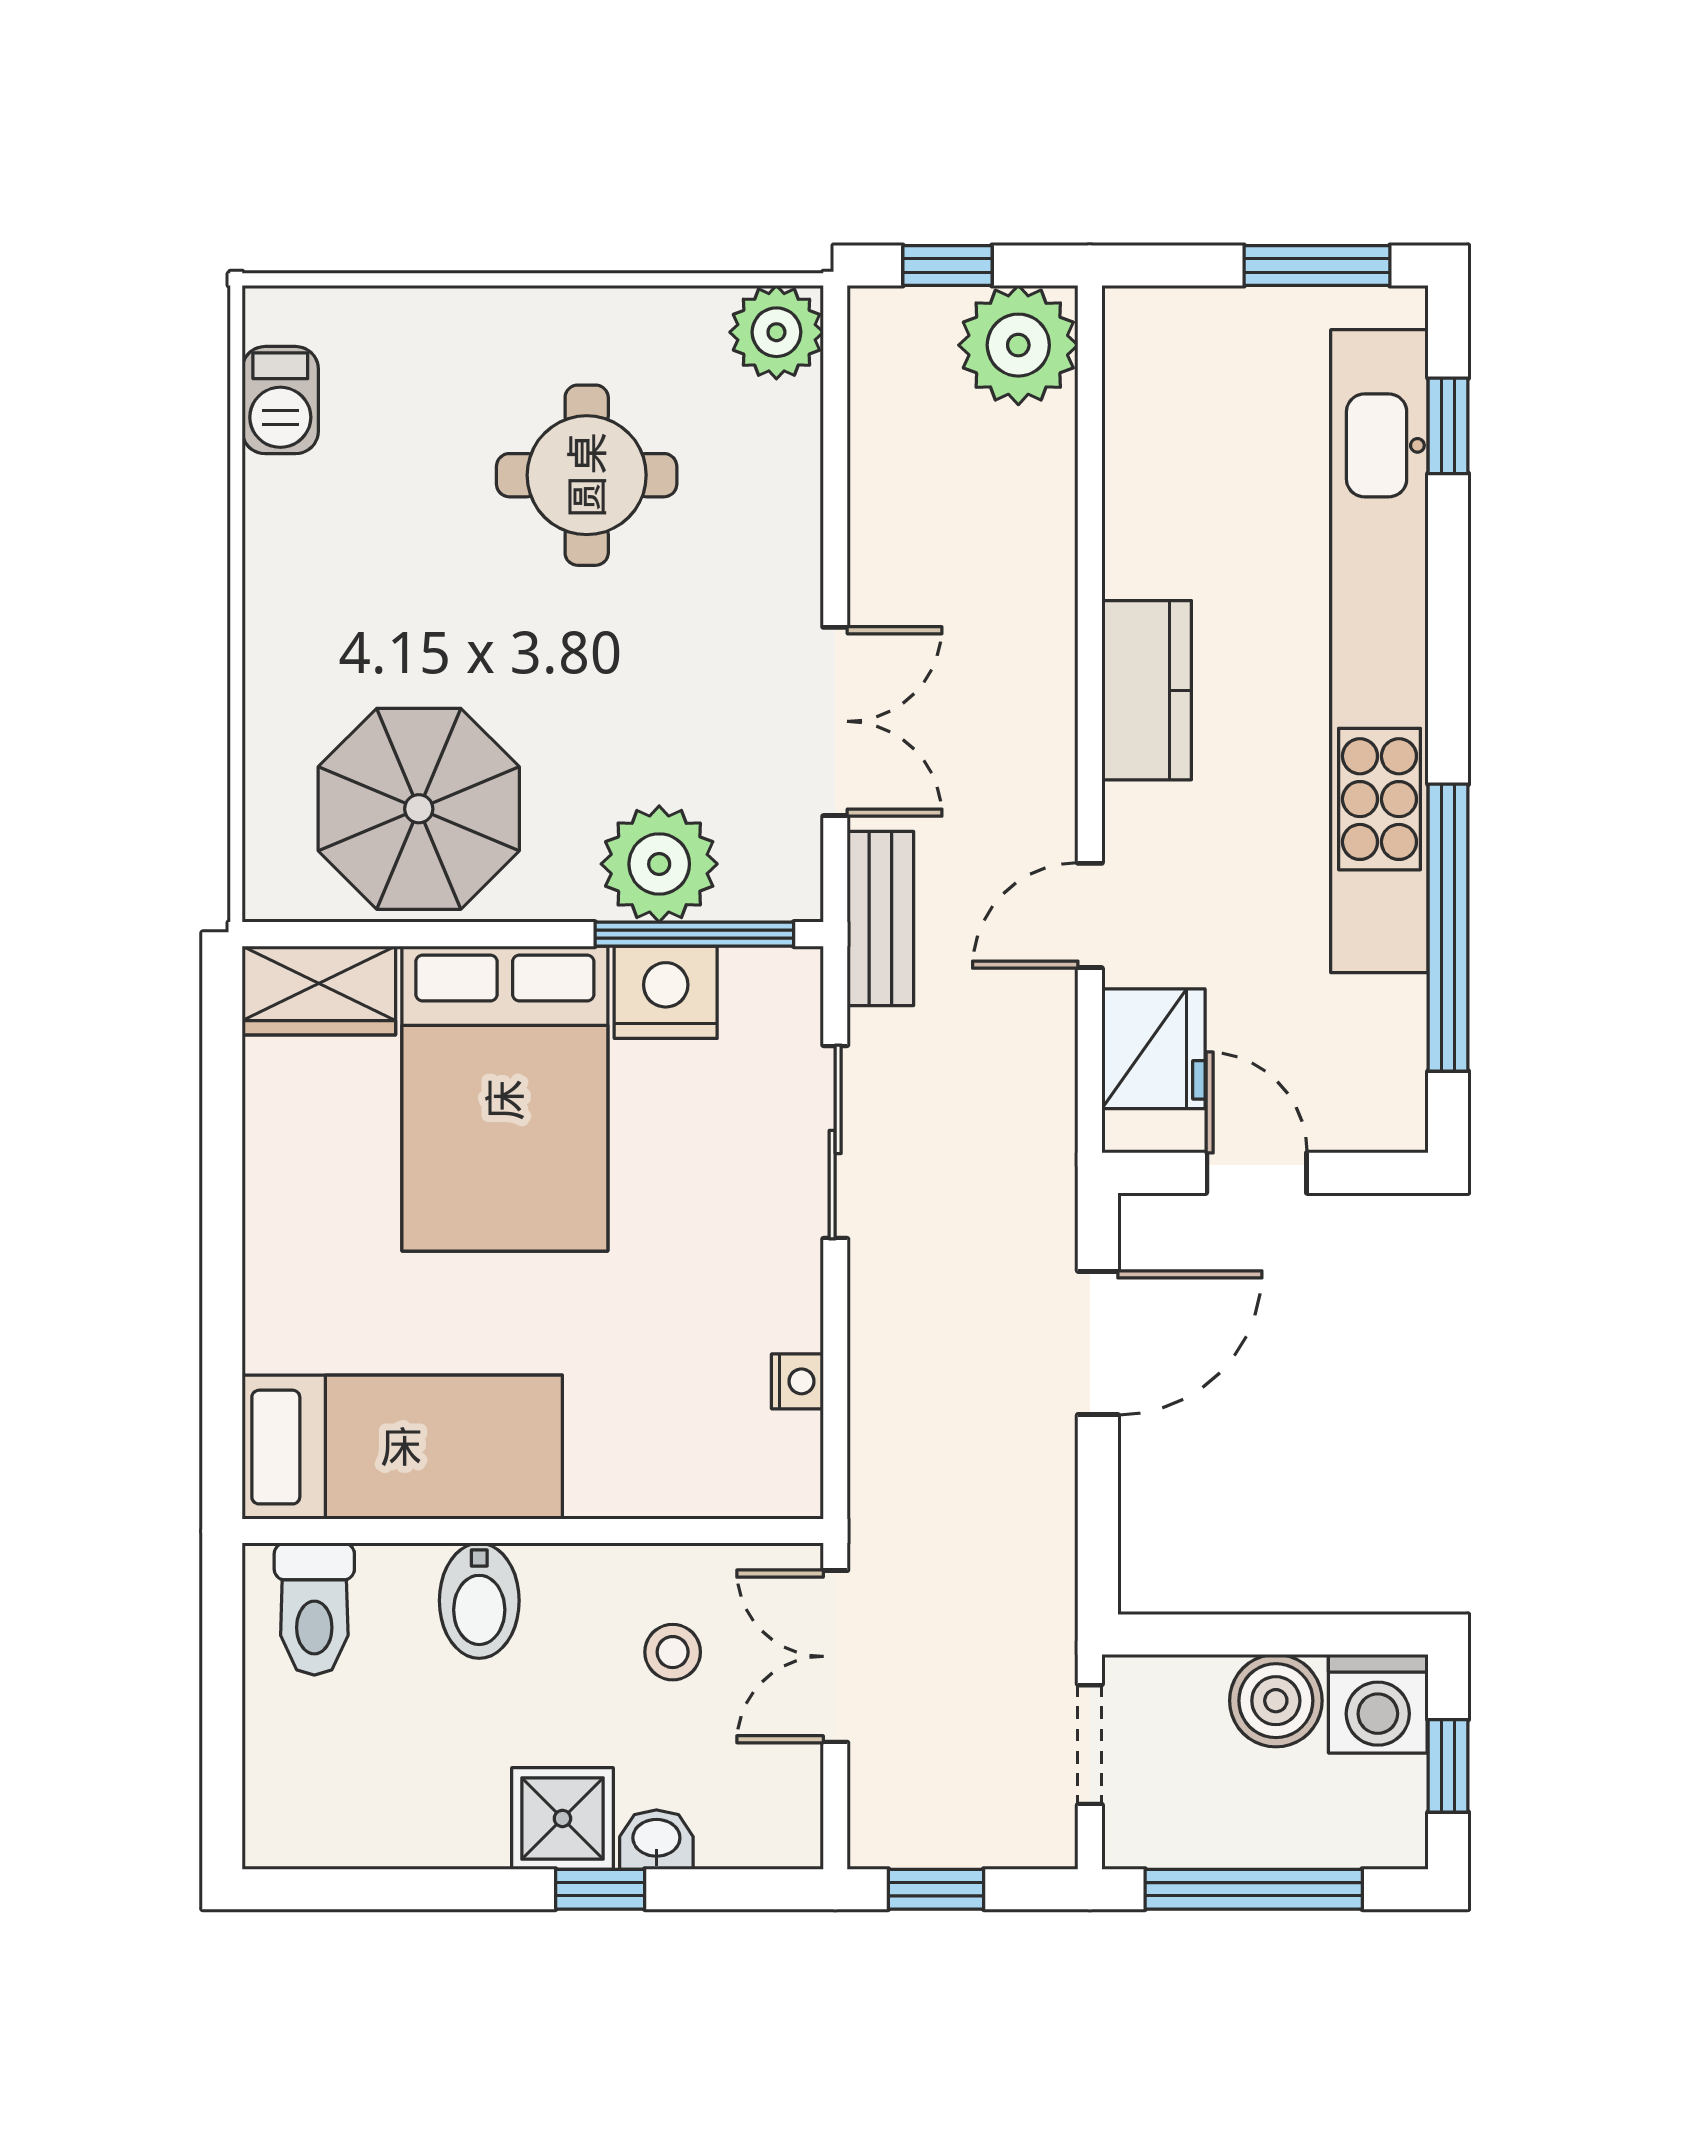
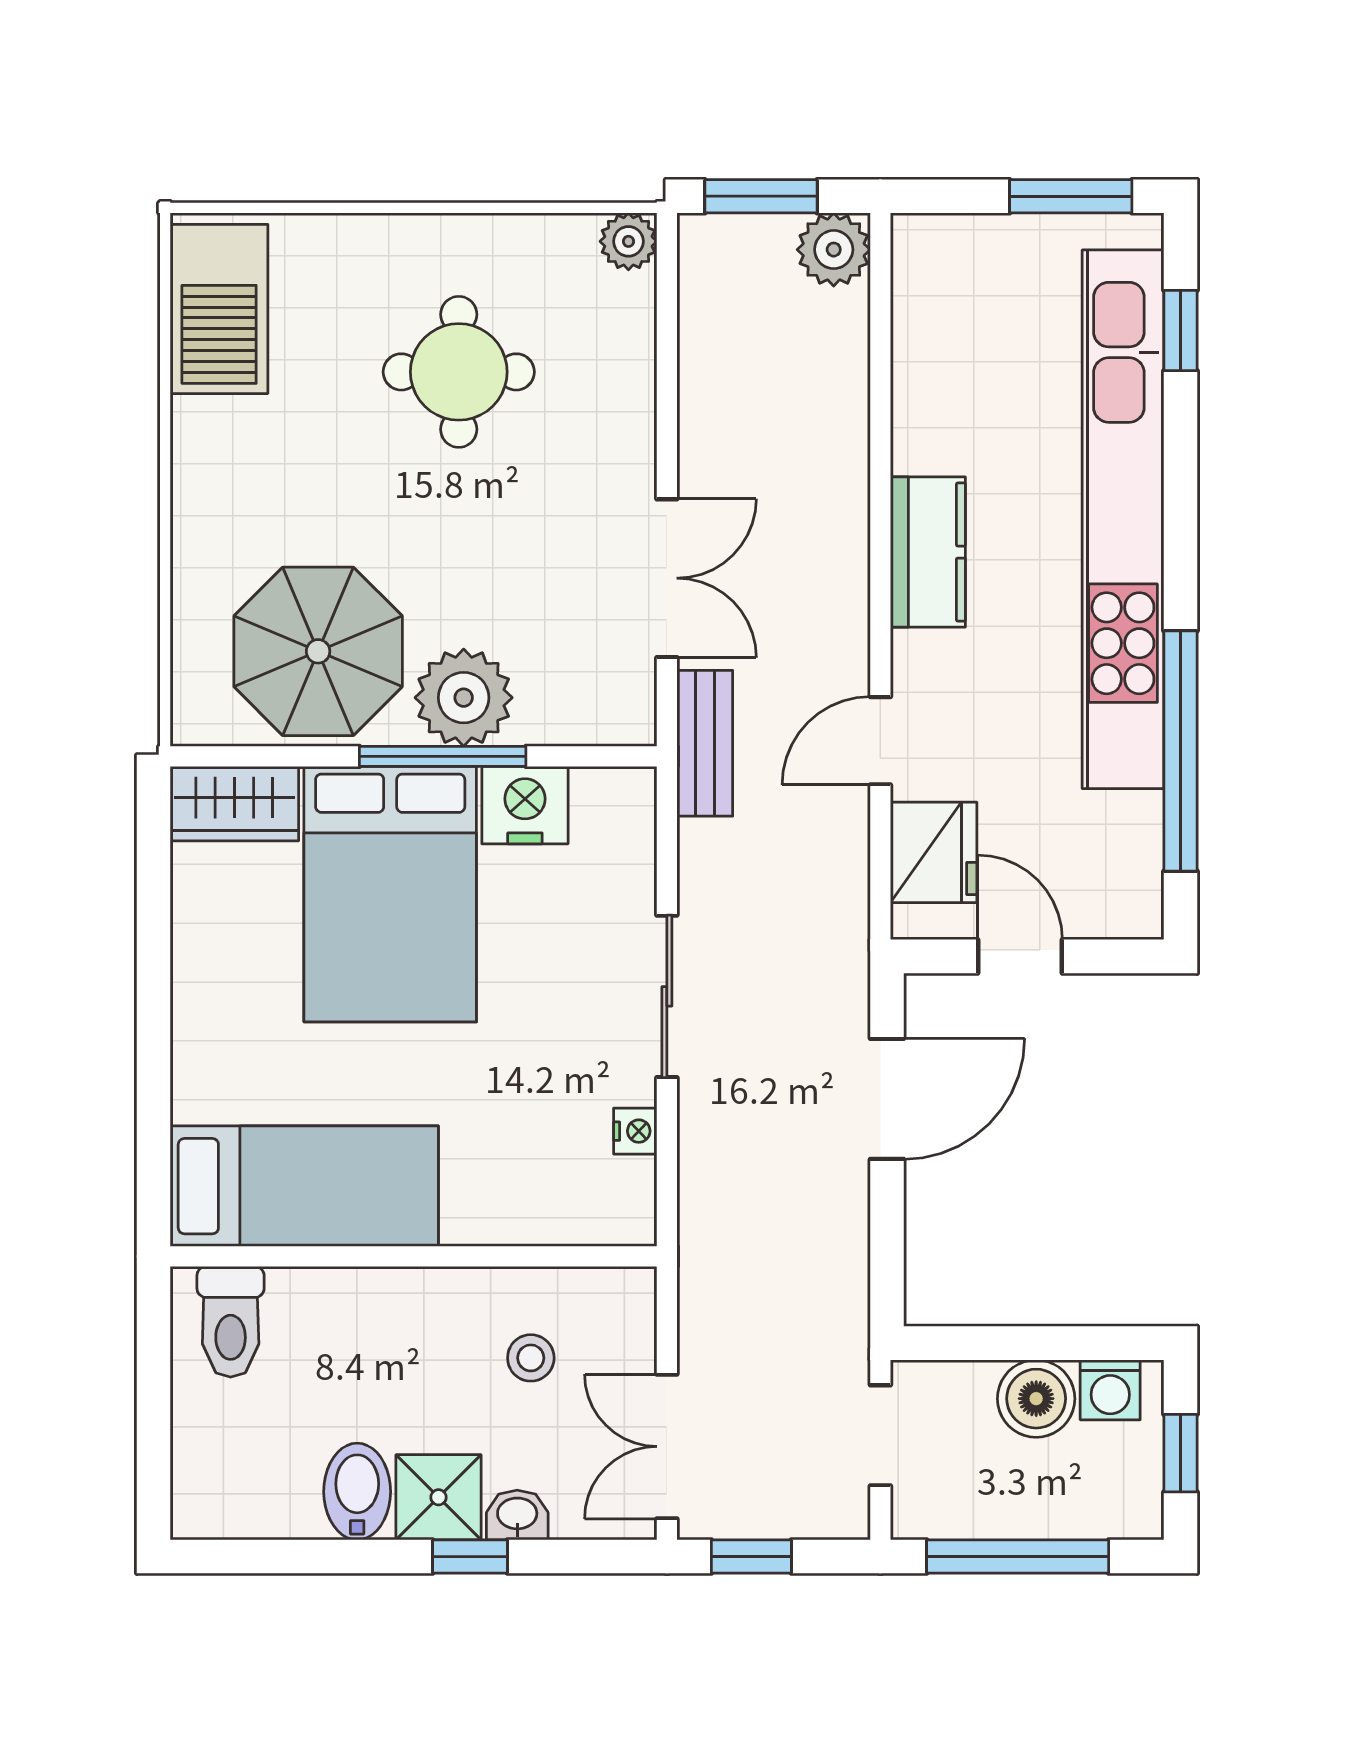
window: (947, 265) -> (761, 196), width x1.50
plant: (776, 332) -> (628, 241), width x0.73, depth x0.73
plant: (1018, 345) -> (834, 250), width x0.73, depth x0.73
barbecue: (280, 400) -> (219, 309), width x1.88, depth x1.53
plant: (659, 864) -> (464, 698), moved
window: (694, 934) -> (443, 756), moved
sliding door: (835, 1142) -> (667, 996), moved
bidet: (479, 1601) -> (357, 1492), moved, turned 180
double door: (835, 1656) -> (667, 1446), moved
washing machine: (1378, 1704) -> (1110, 1390), width x0.73, depth x0.73

